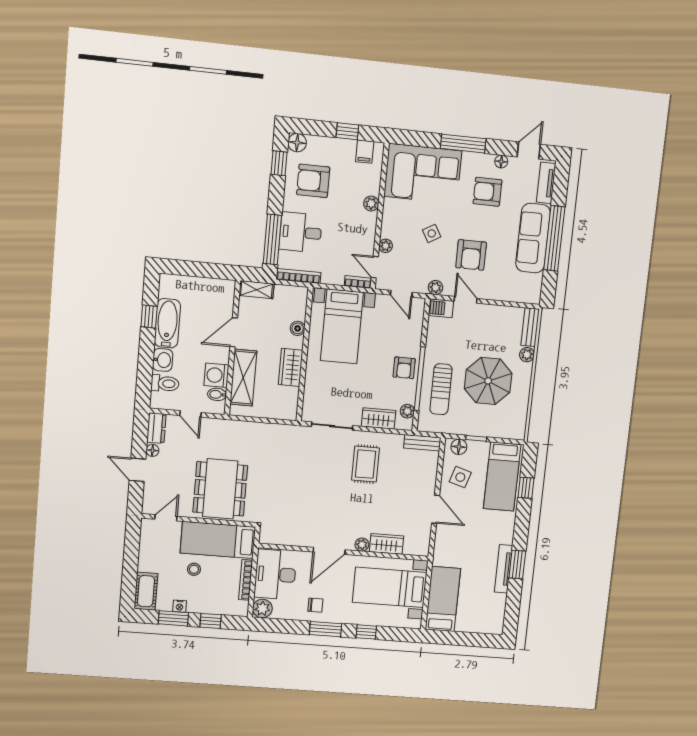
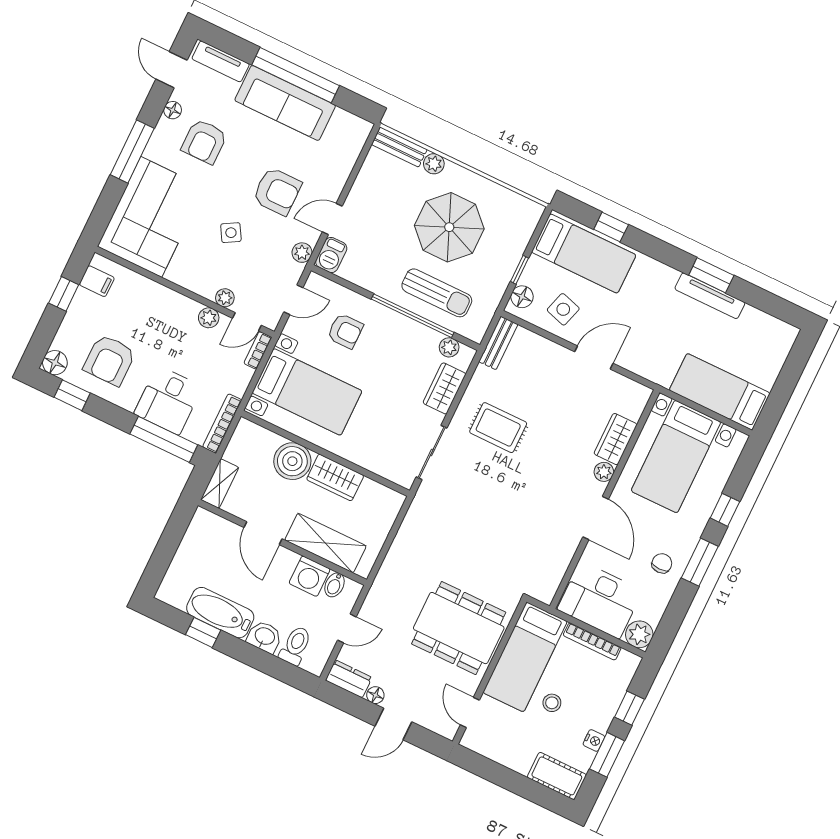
plant: (371, 204) -> (209, 318), moved
boiler: (298, 328) -> (292, 461), width x1.86, depth x1.86
armchair: (404, 368) -> (345, 331), moved

